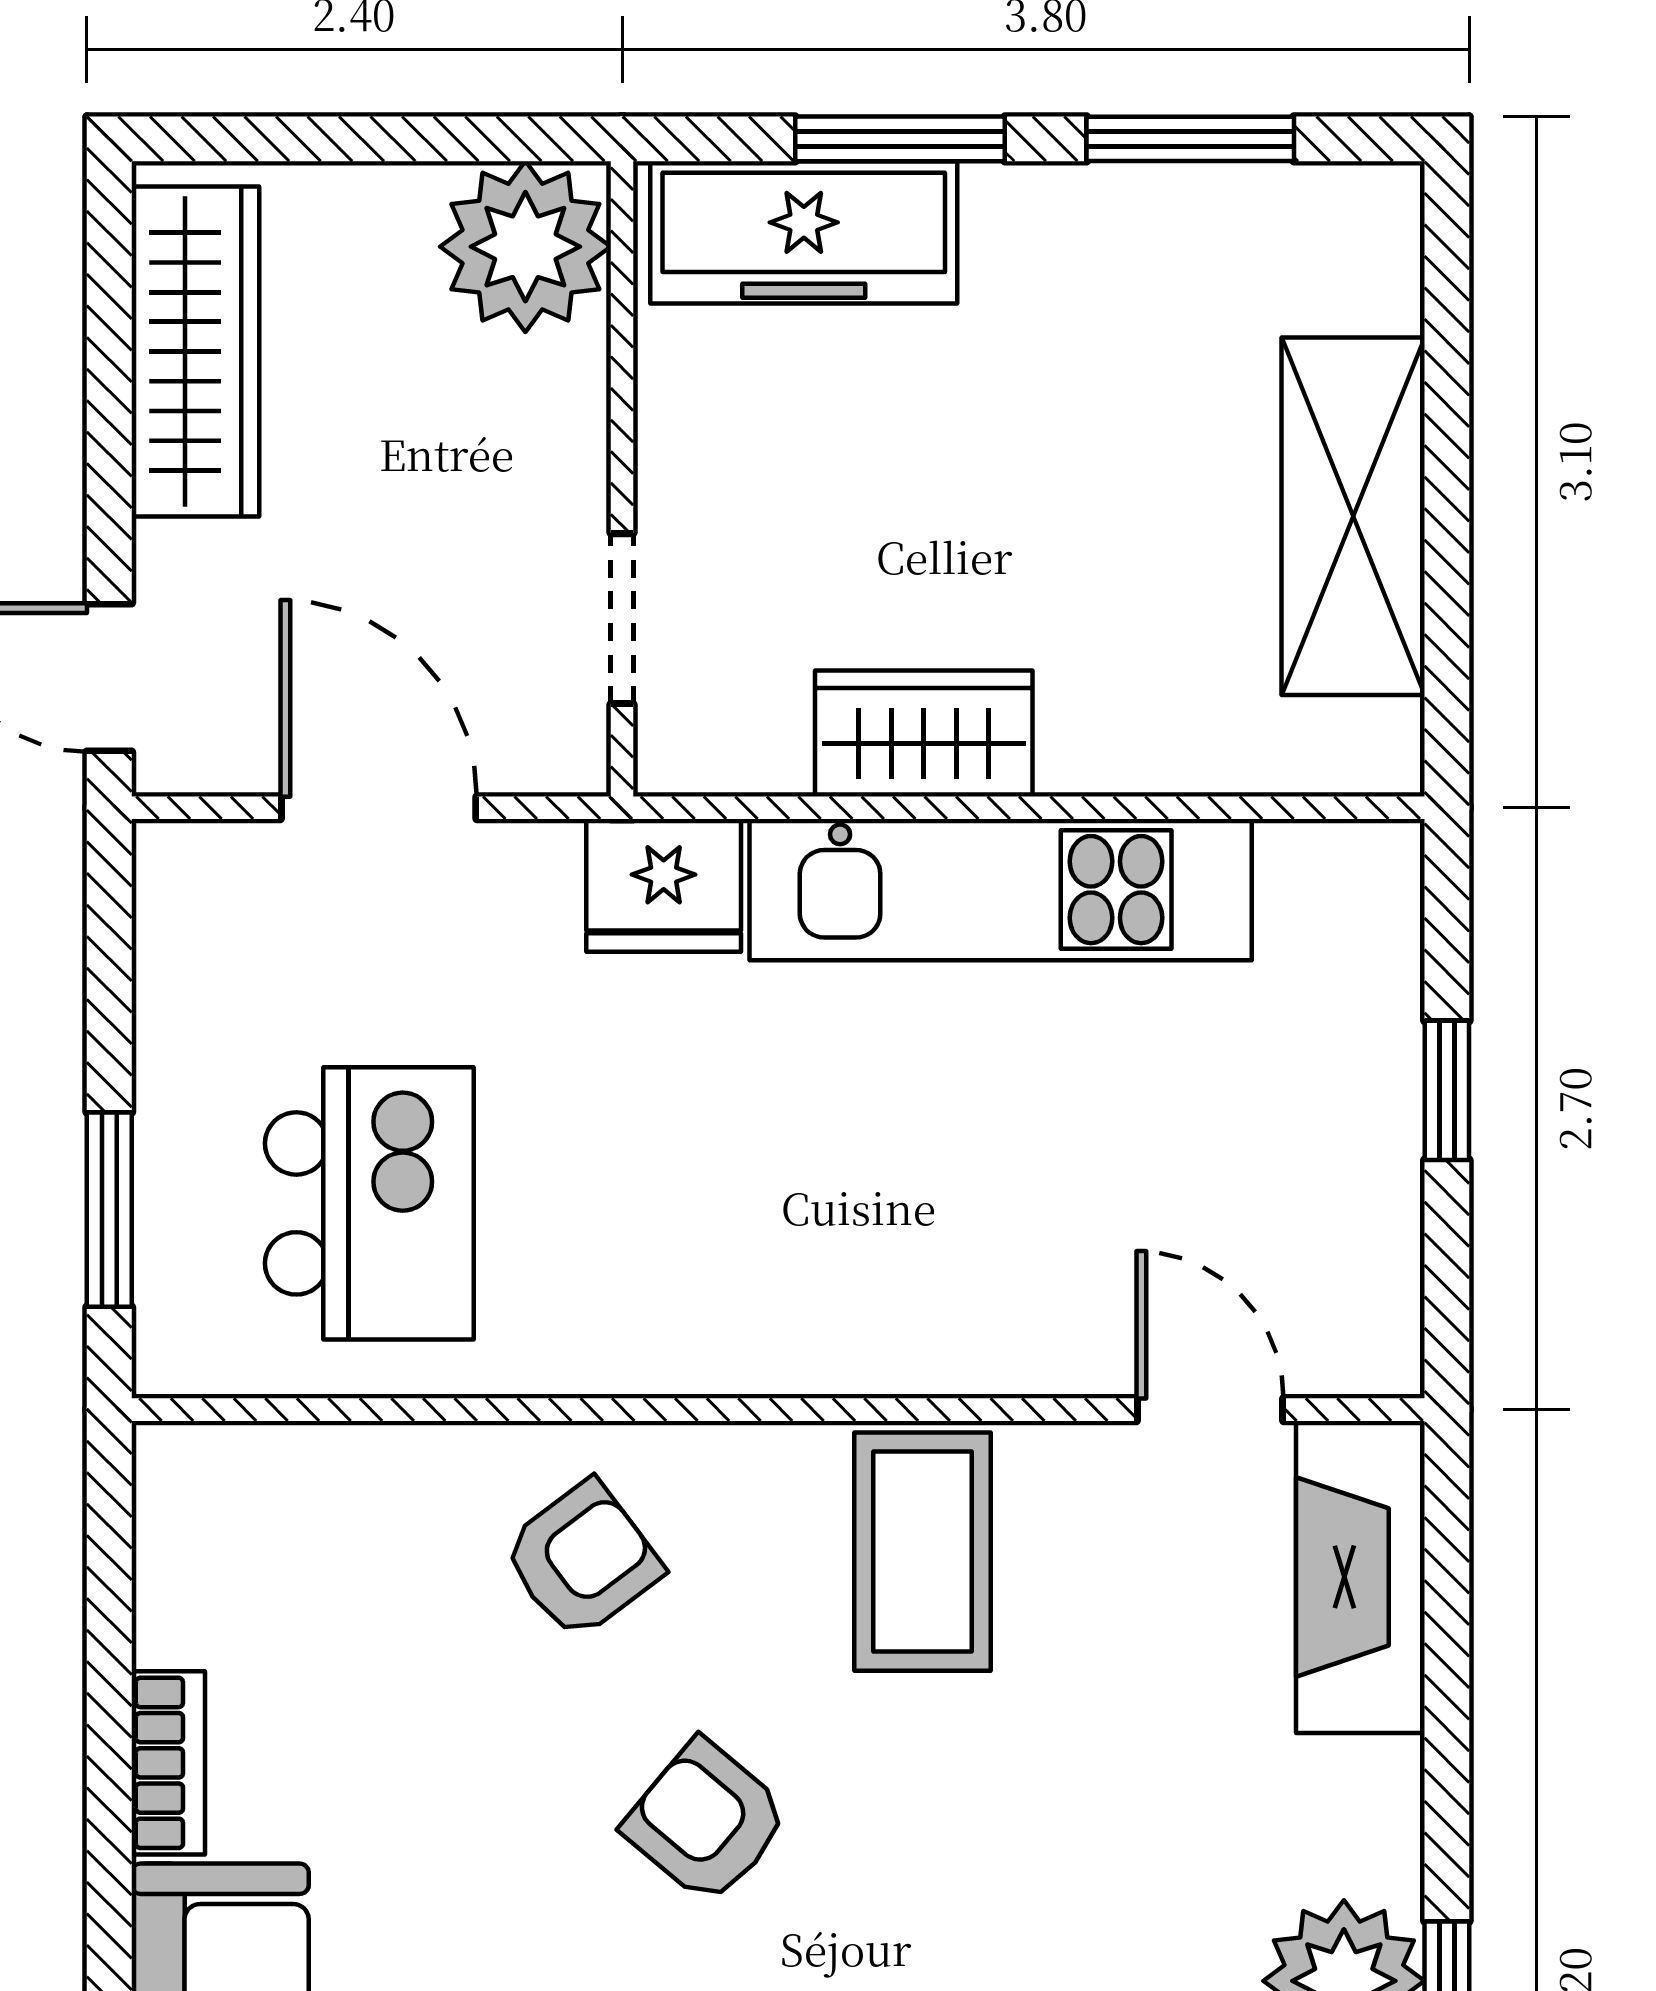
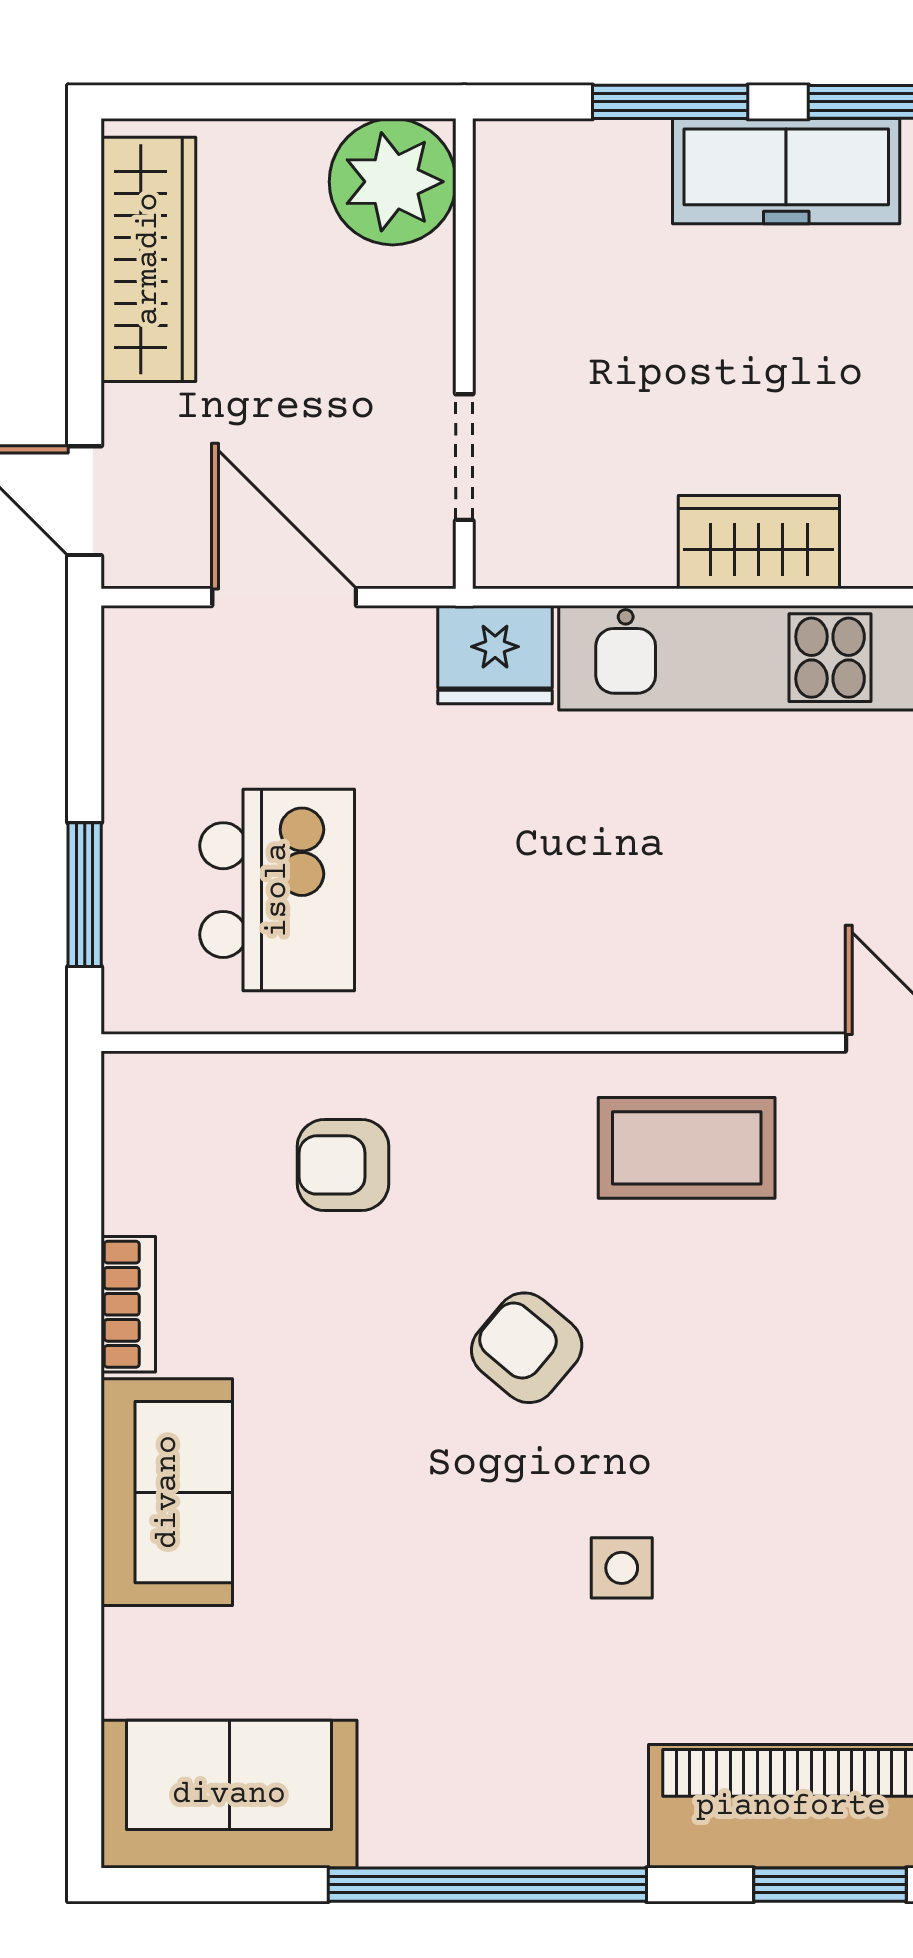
freezer: (804, 232) -> (786, 171), moved
wardrobe: (924, 734) -> (759, 542), moved
coffee table: (922, 1552) -> (687, 1148), turned 90
armchair: (582, 1560) -> (343, 1165), moved, turned -143

